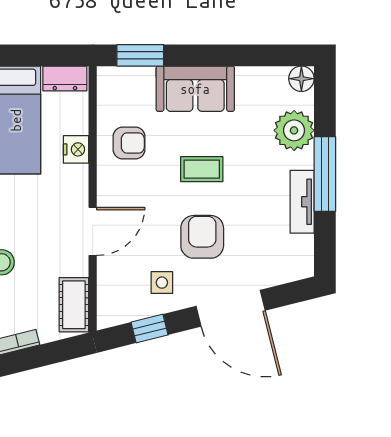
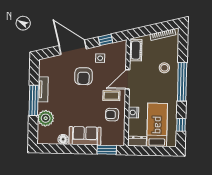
floor lamp: (301, 79) -> (63, 139), moved
coffee table: (202, 169) -> (111, 96), moved

